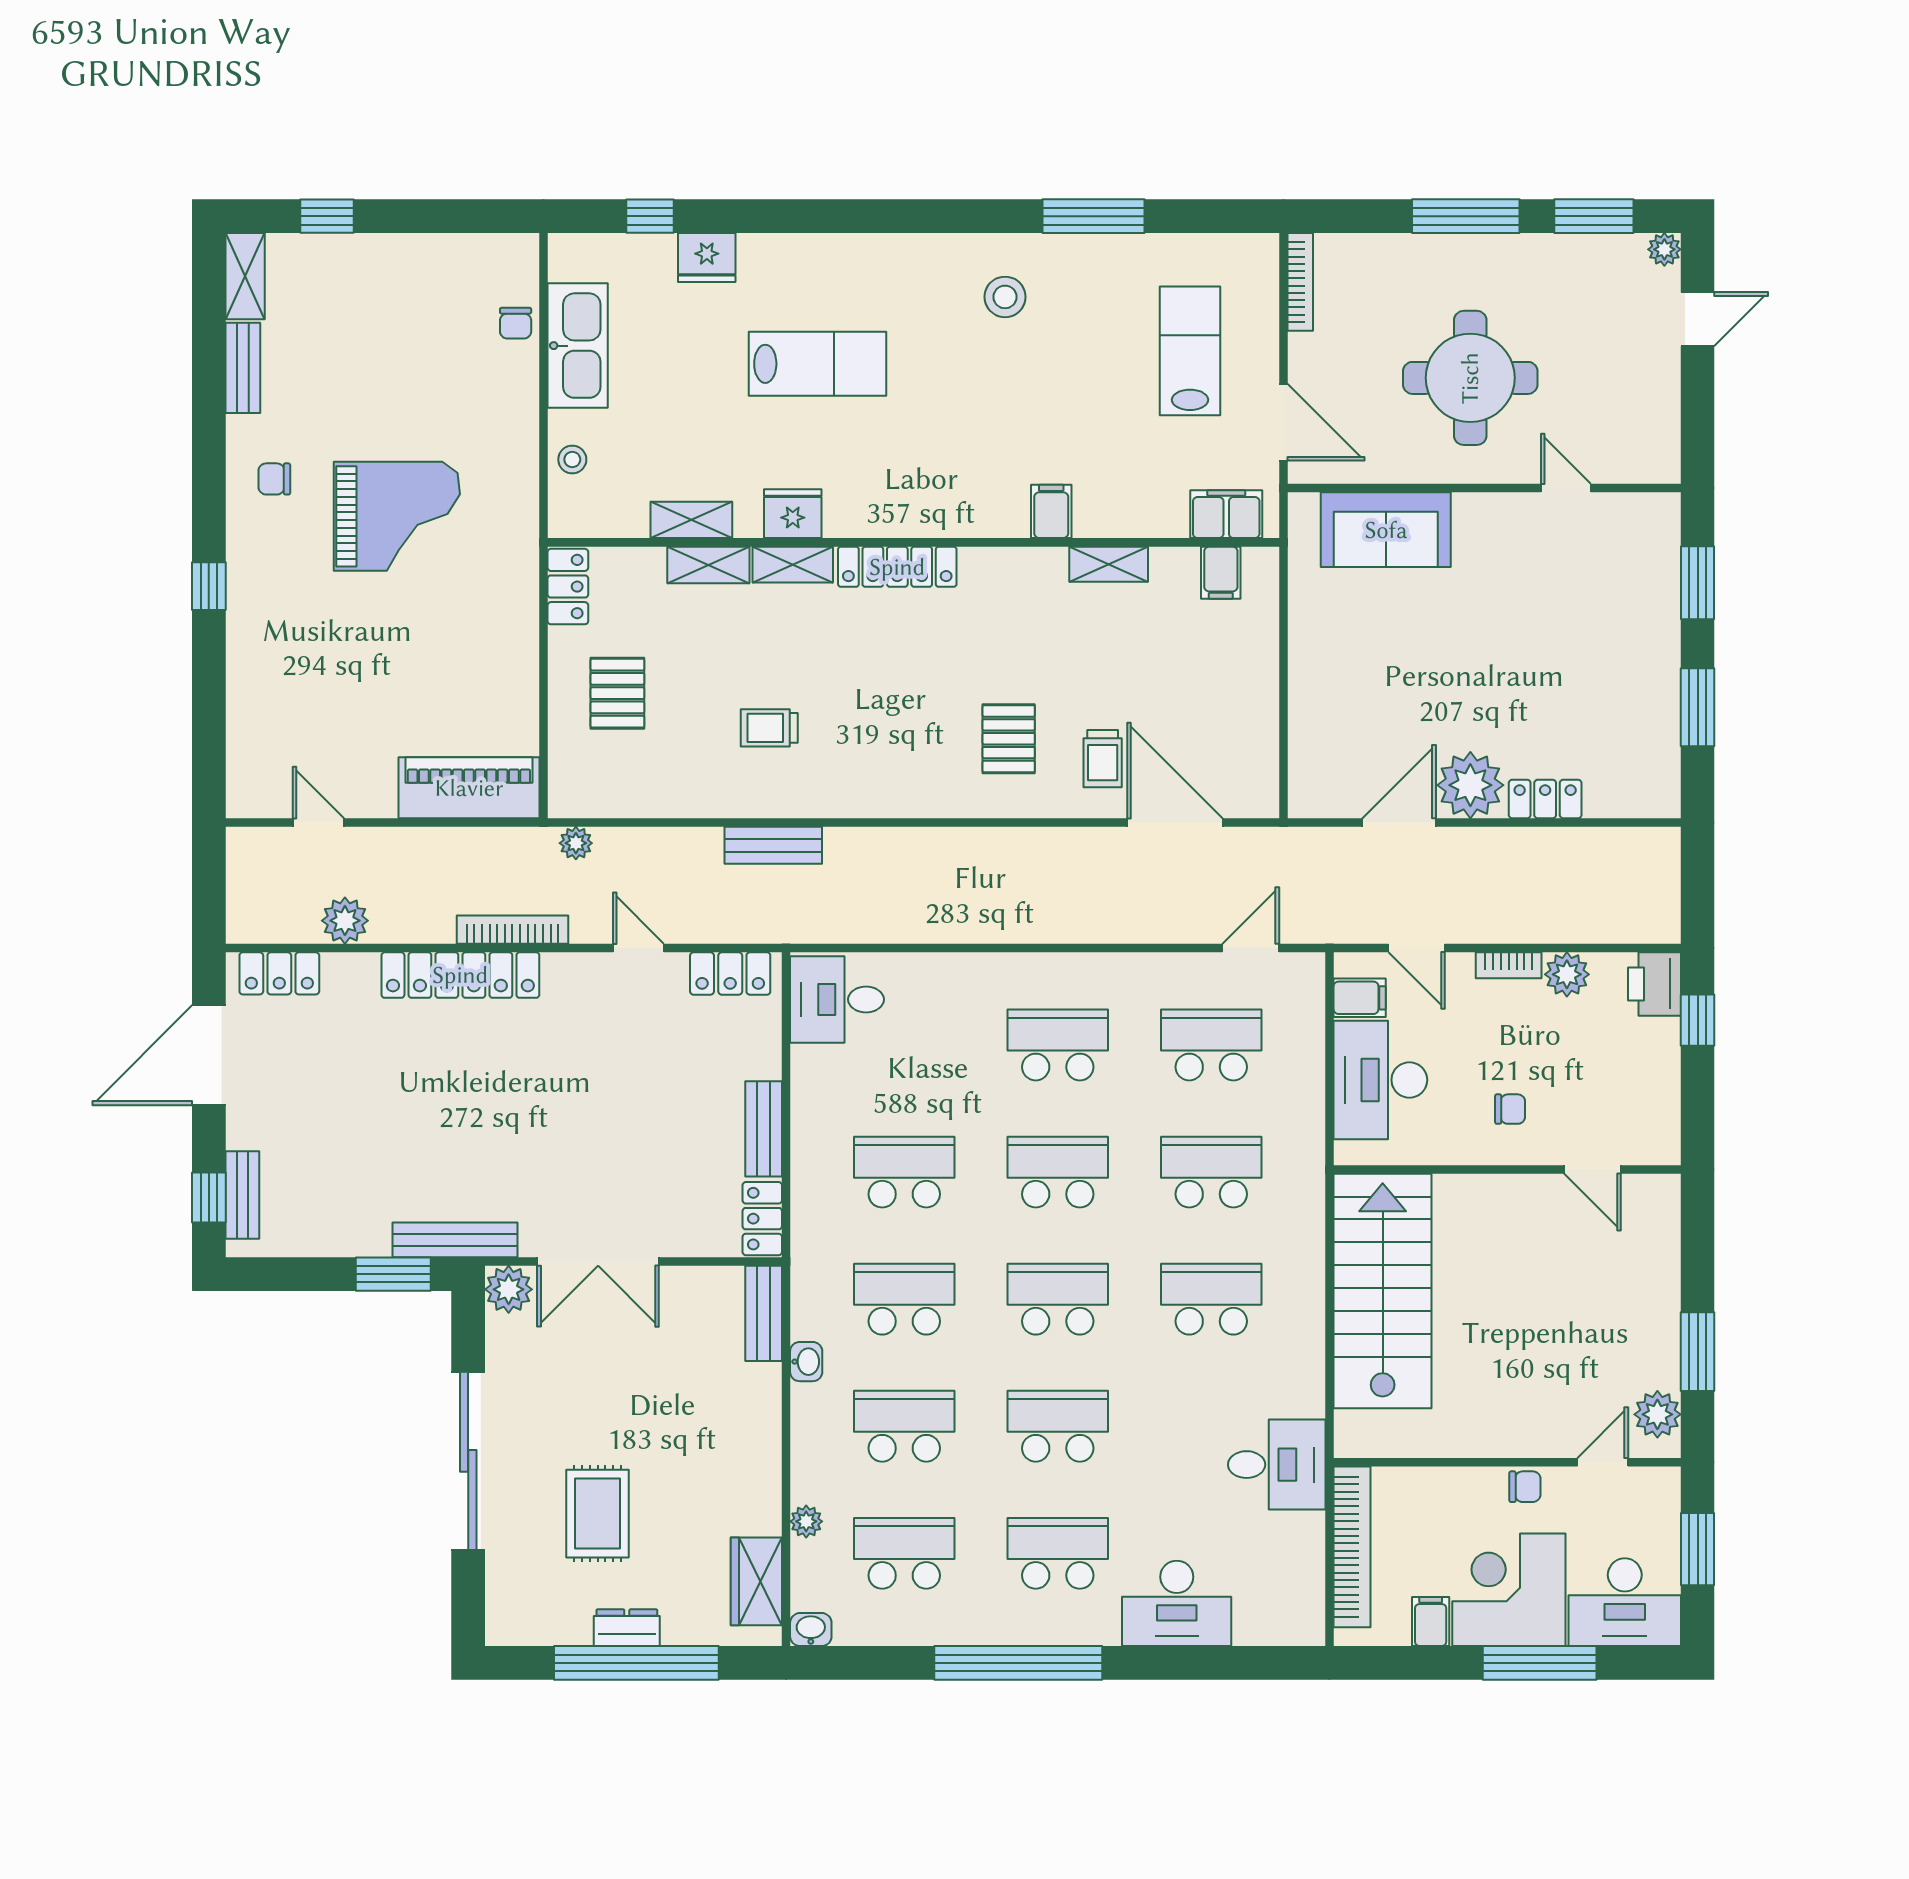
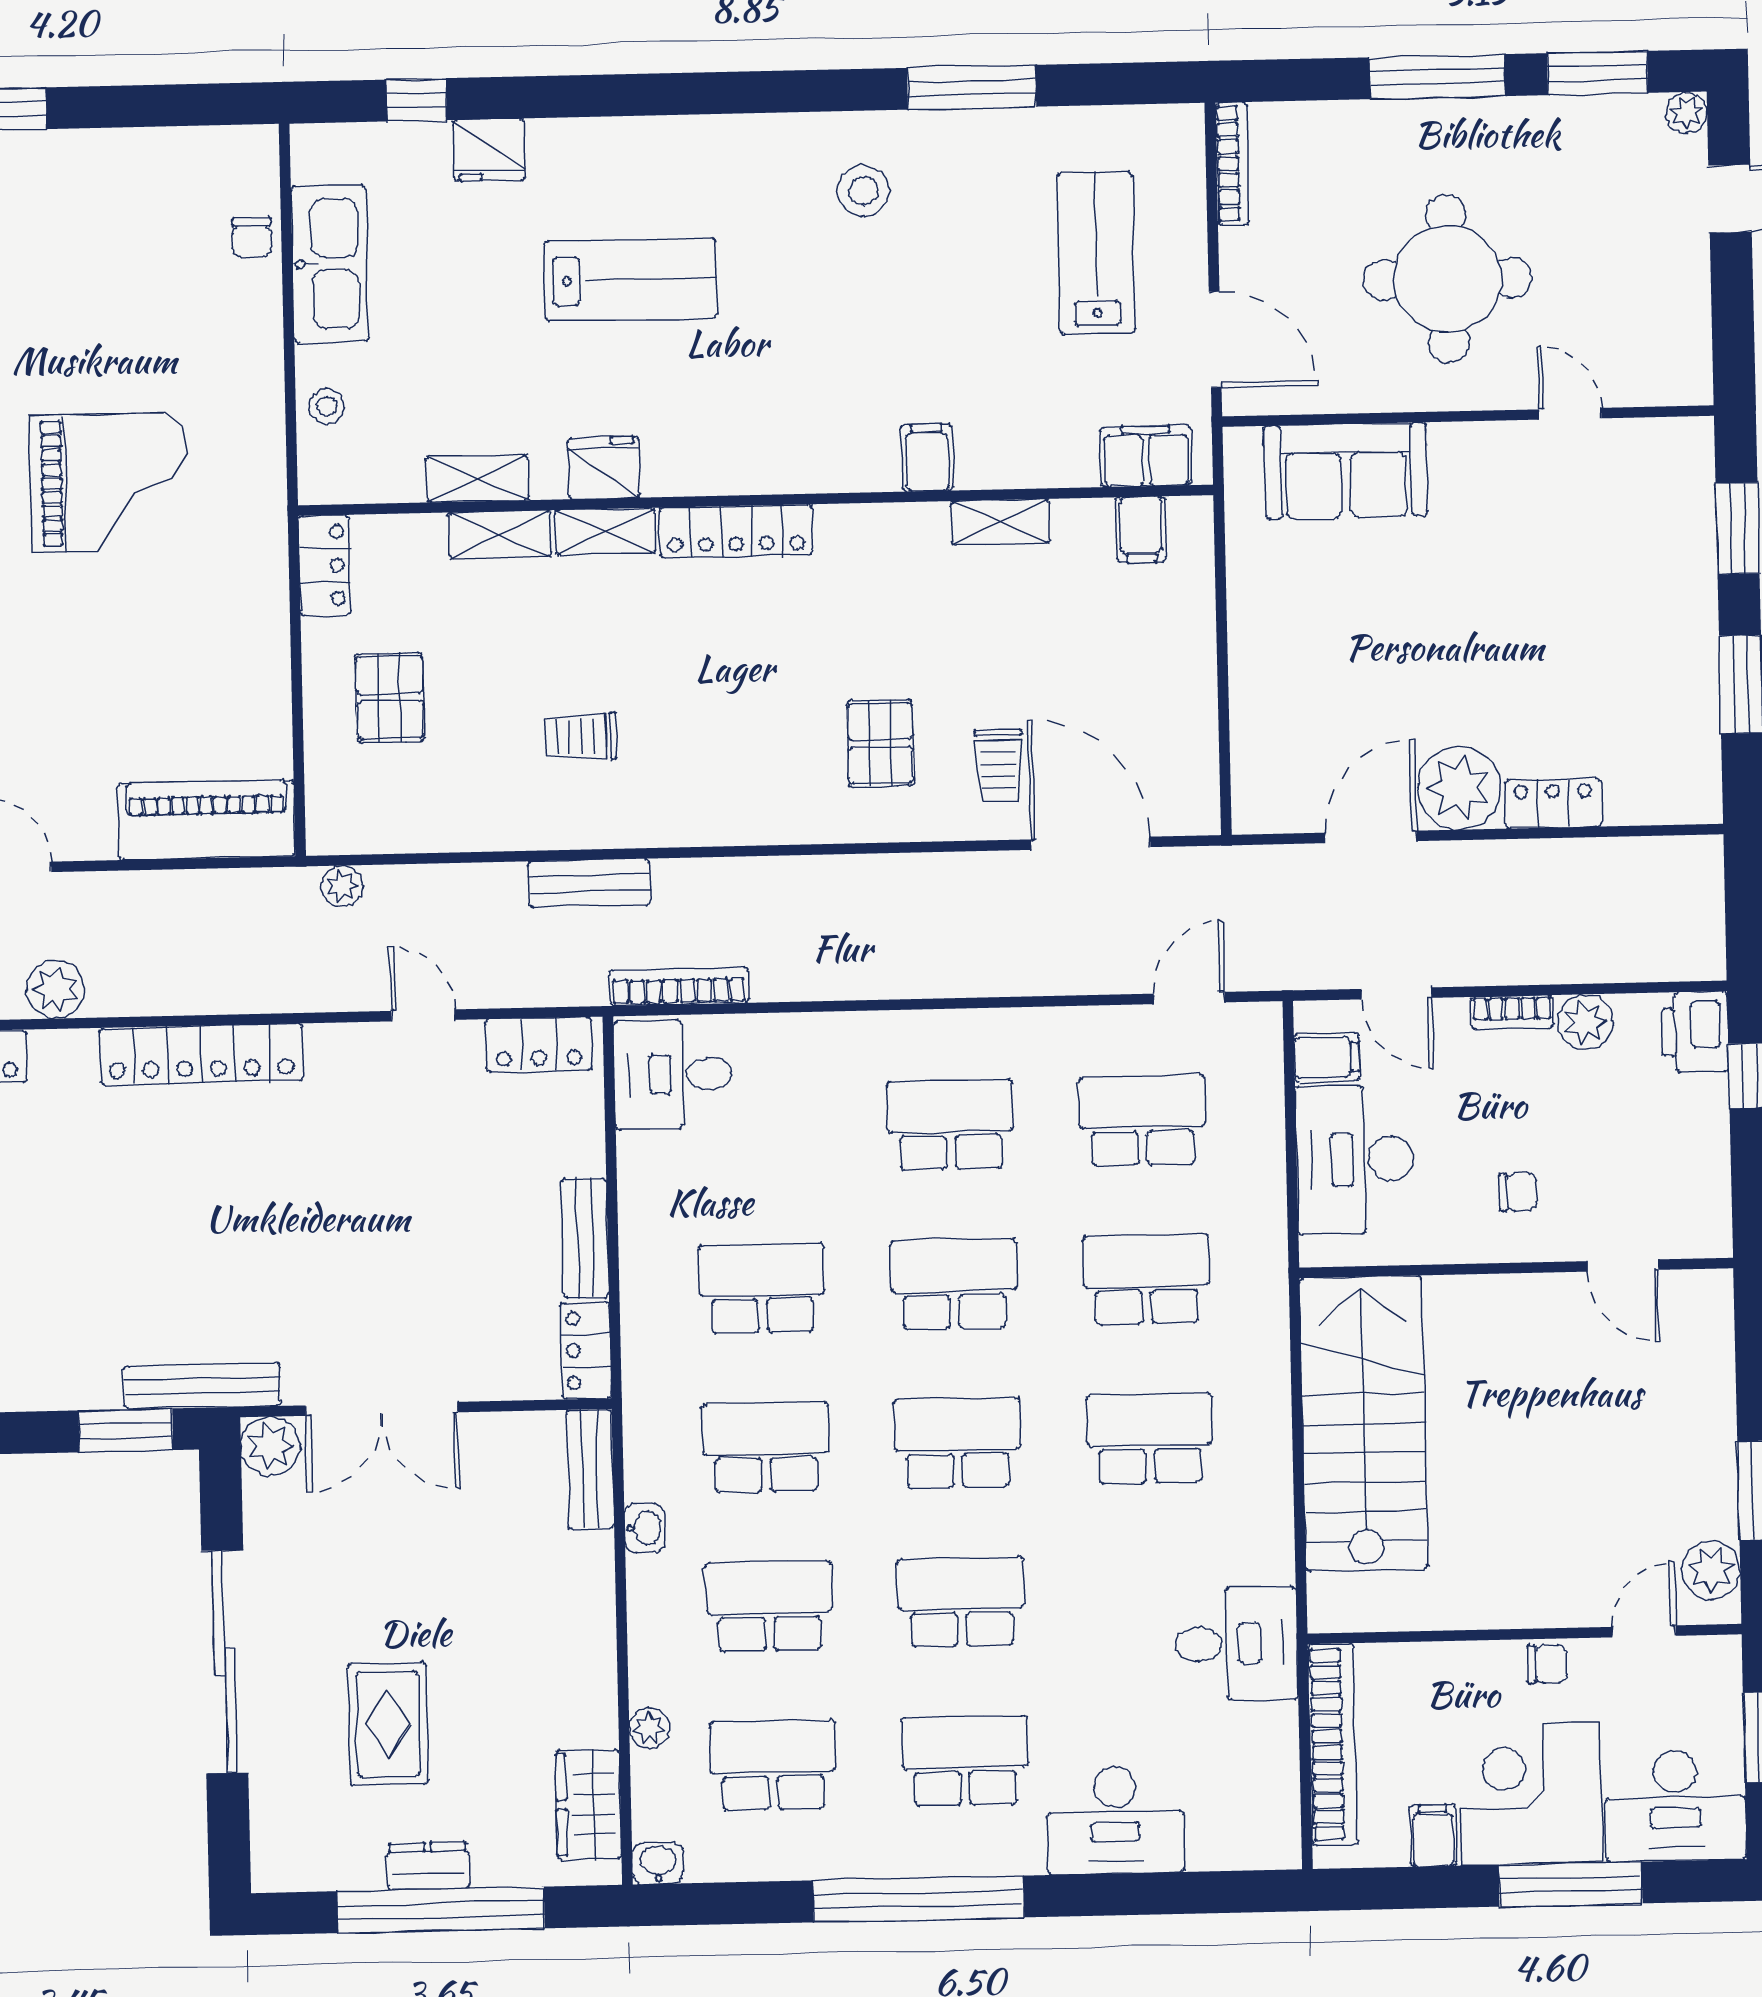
bookcase: (512, 930) -> (679, 987), moved

